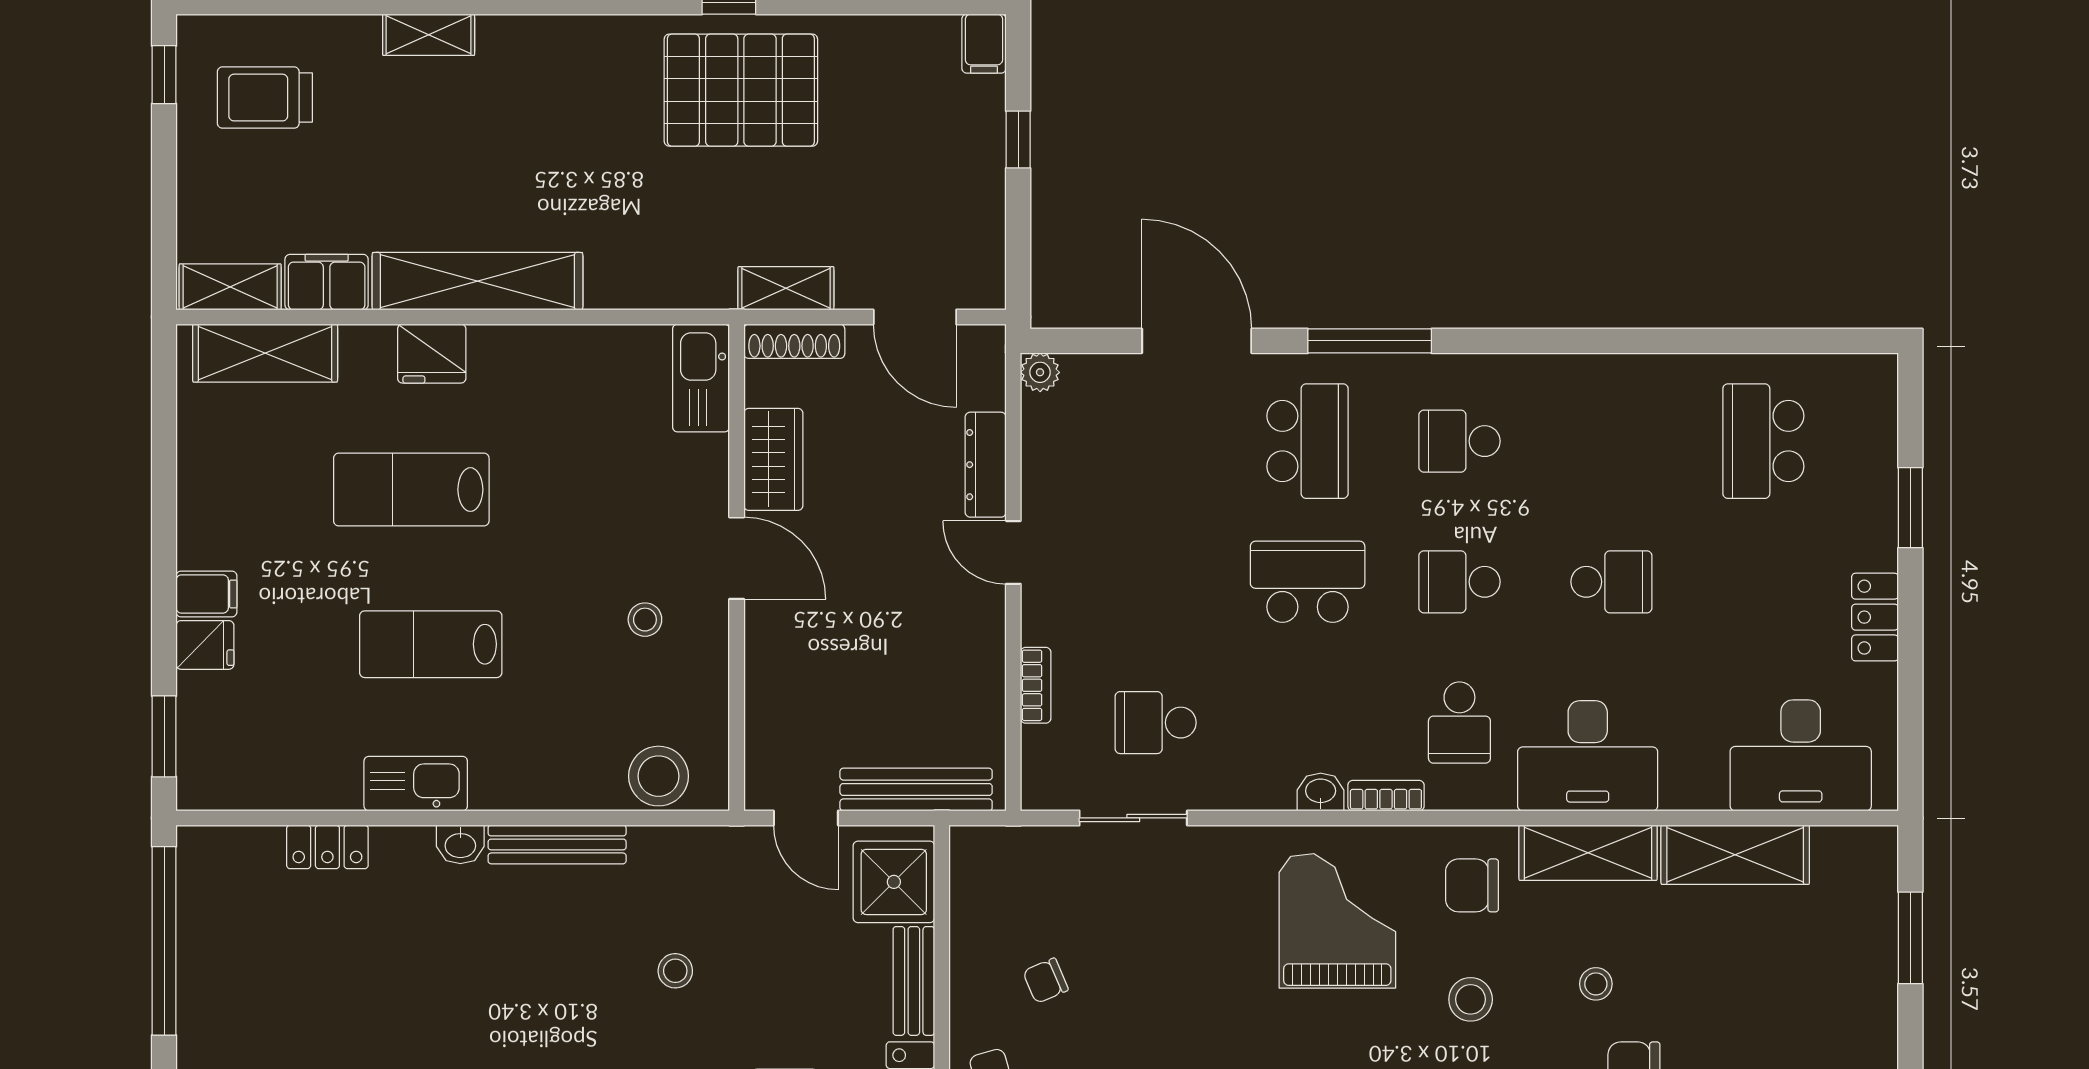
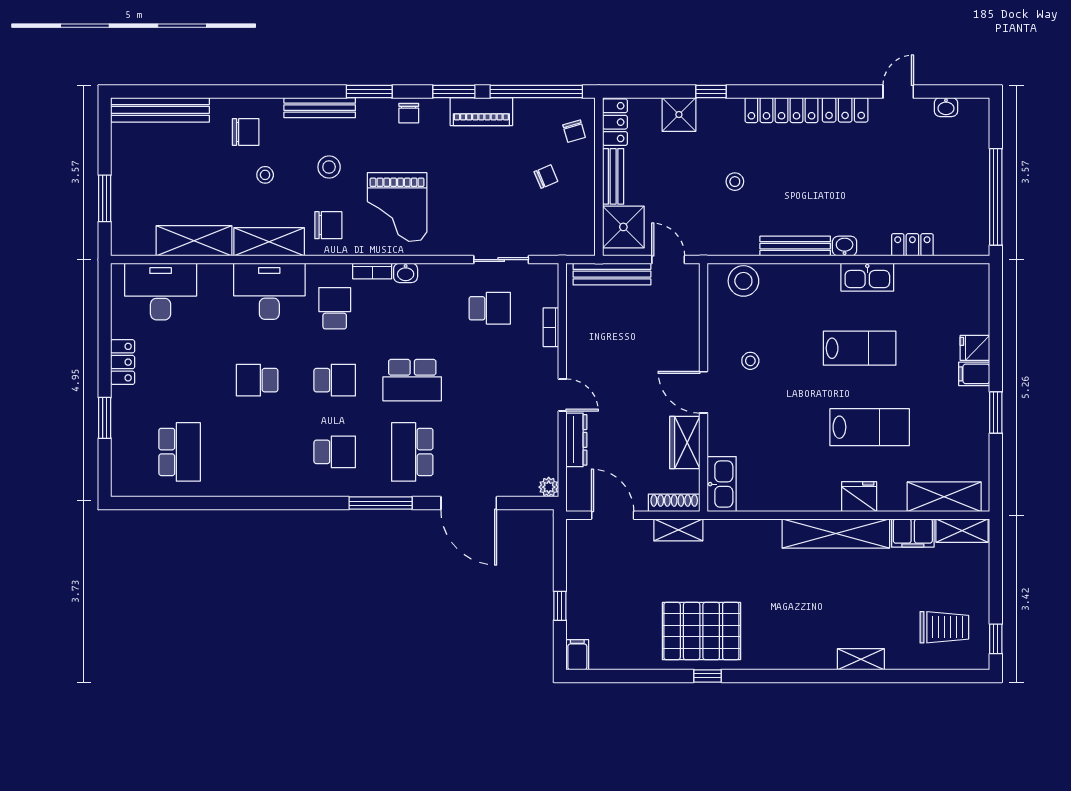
window: (164, 736) -> (996, 413), moved

